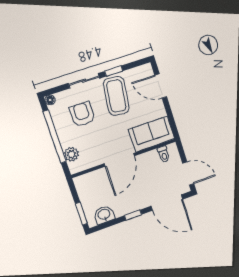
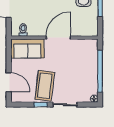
armchair: (82, 114) -> (74, 81), removed
plant: (71, 154) -> (92, 54), removed

